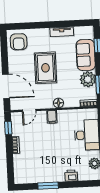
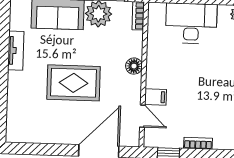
armchair: (19, 42) -> (26, 124), removed
filing cabinet: (52, 117) -> (155, 97), moved

